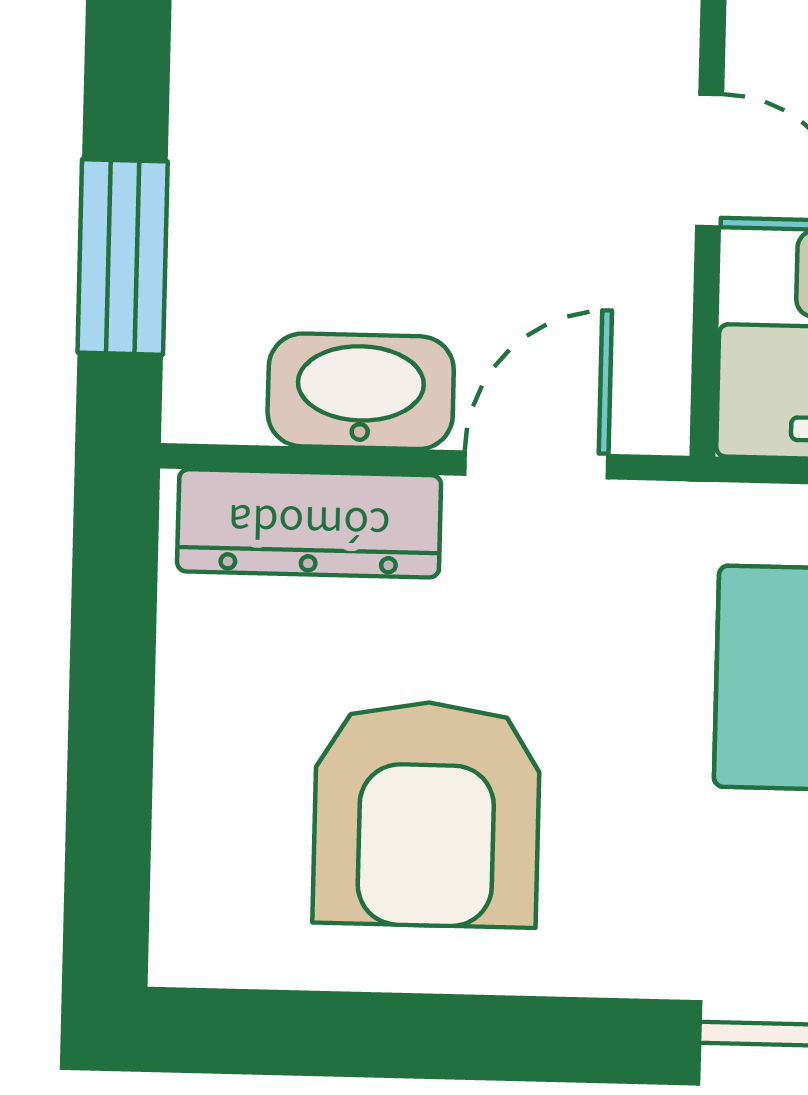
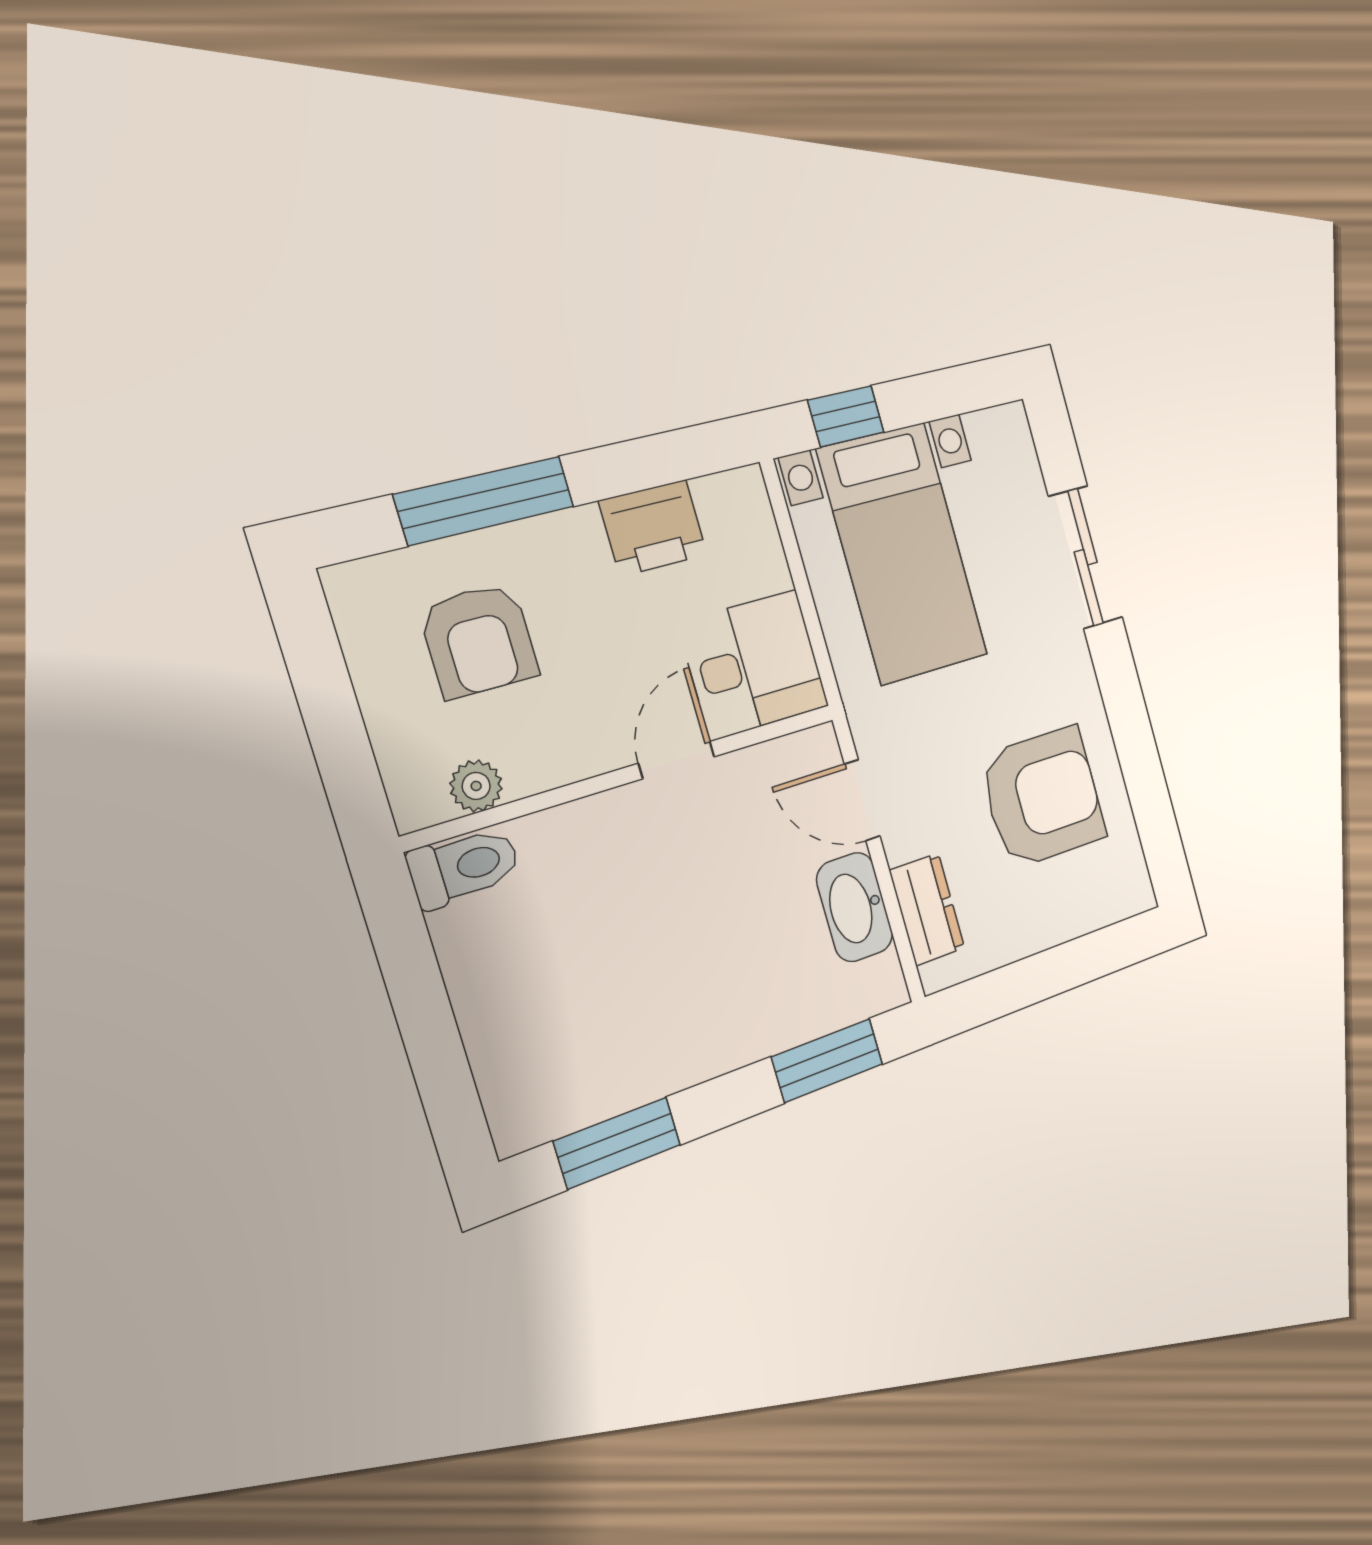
dresser: (309, 523) -> (927, 909), width x0.70

